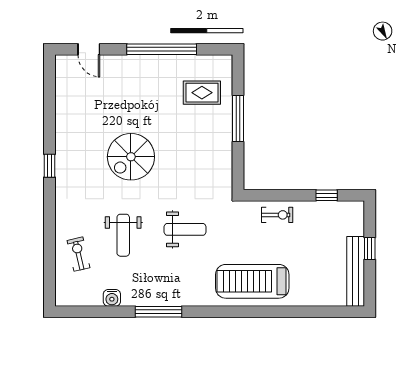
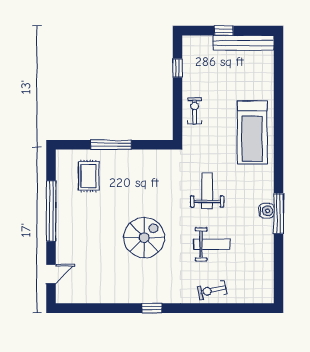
spiral stairs: (131, 157) -> (144, 238), turned -90
exercise bike: (78, 254) -> (212, 290), moved
water cooler: (112, 298) -> (266, 211), moved

